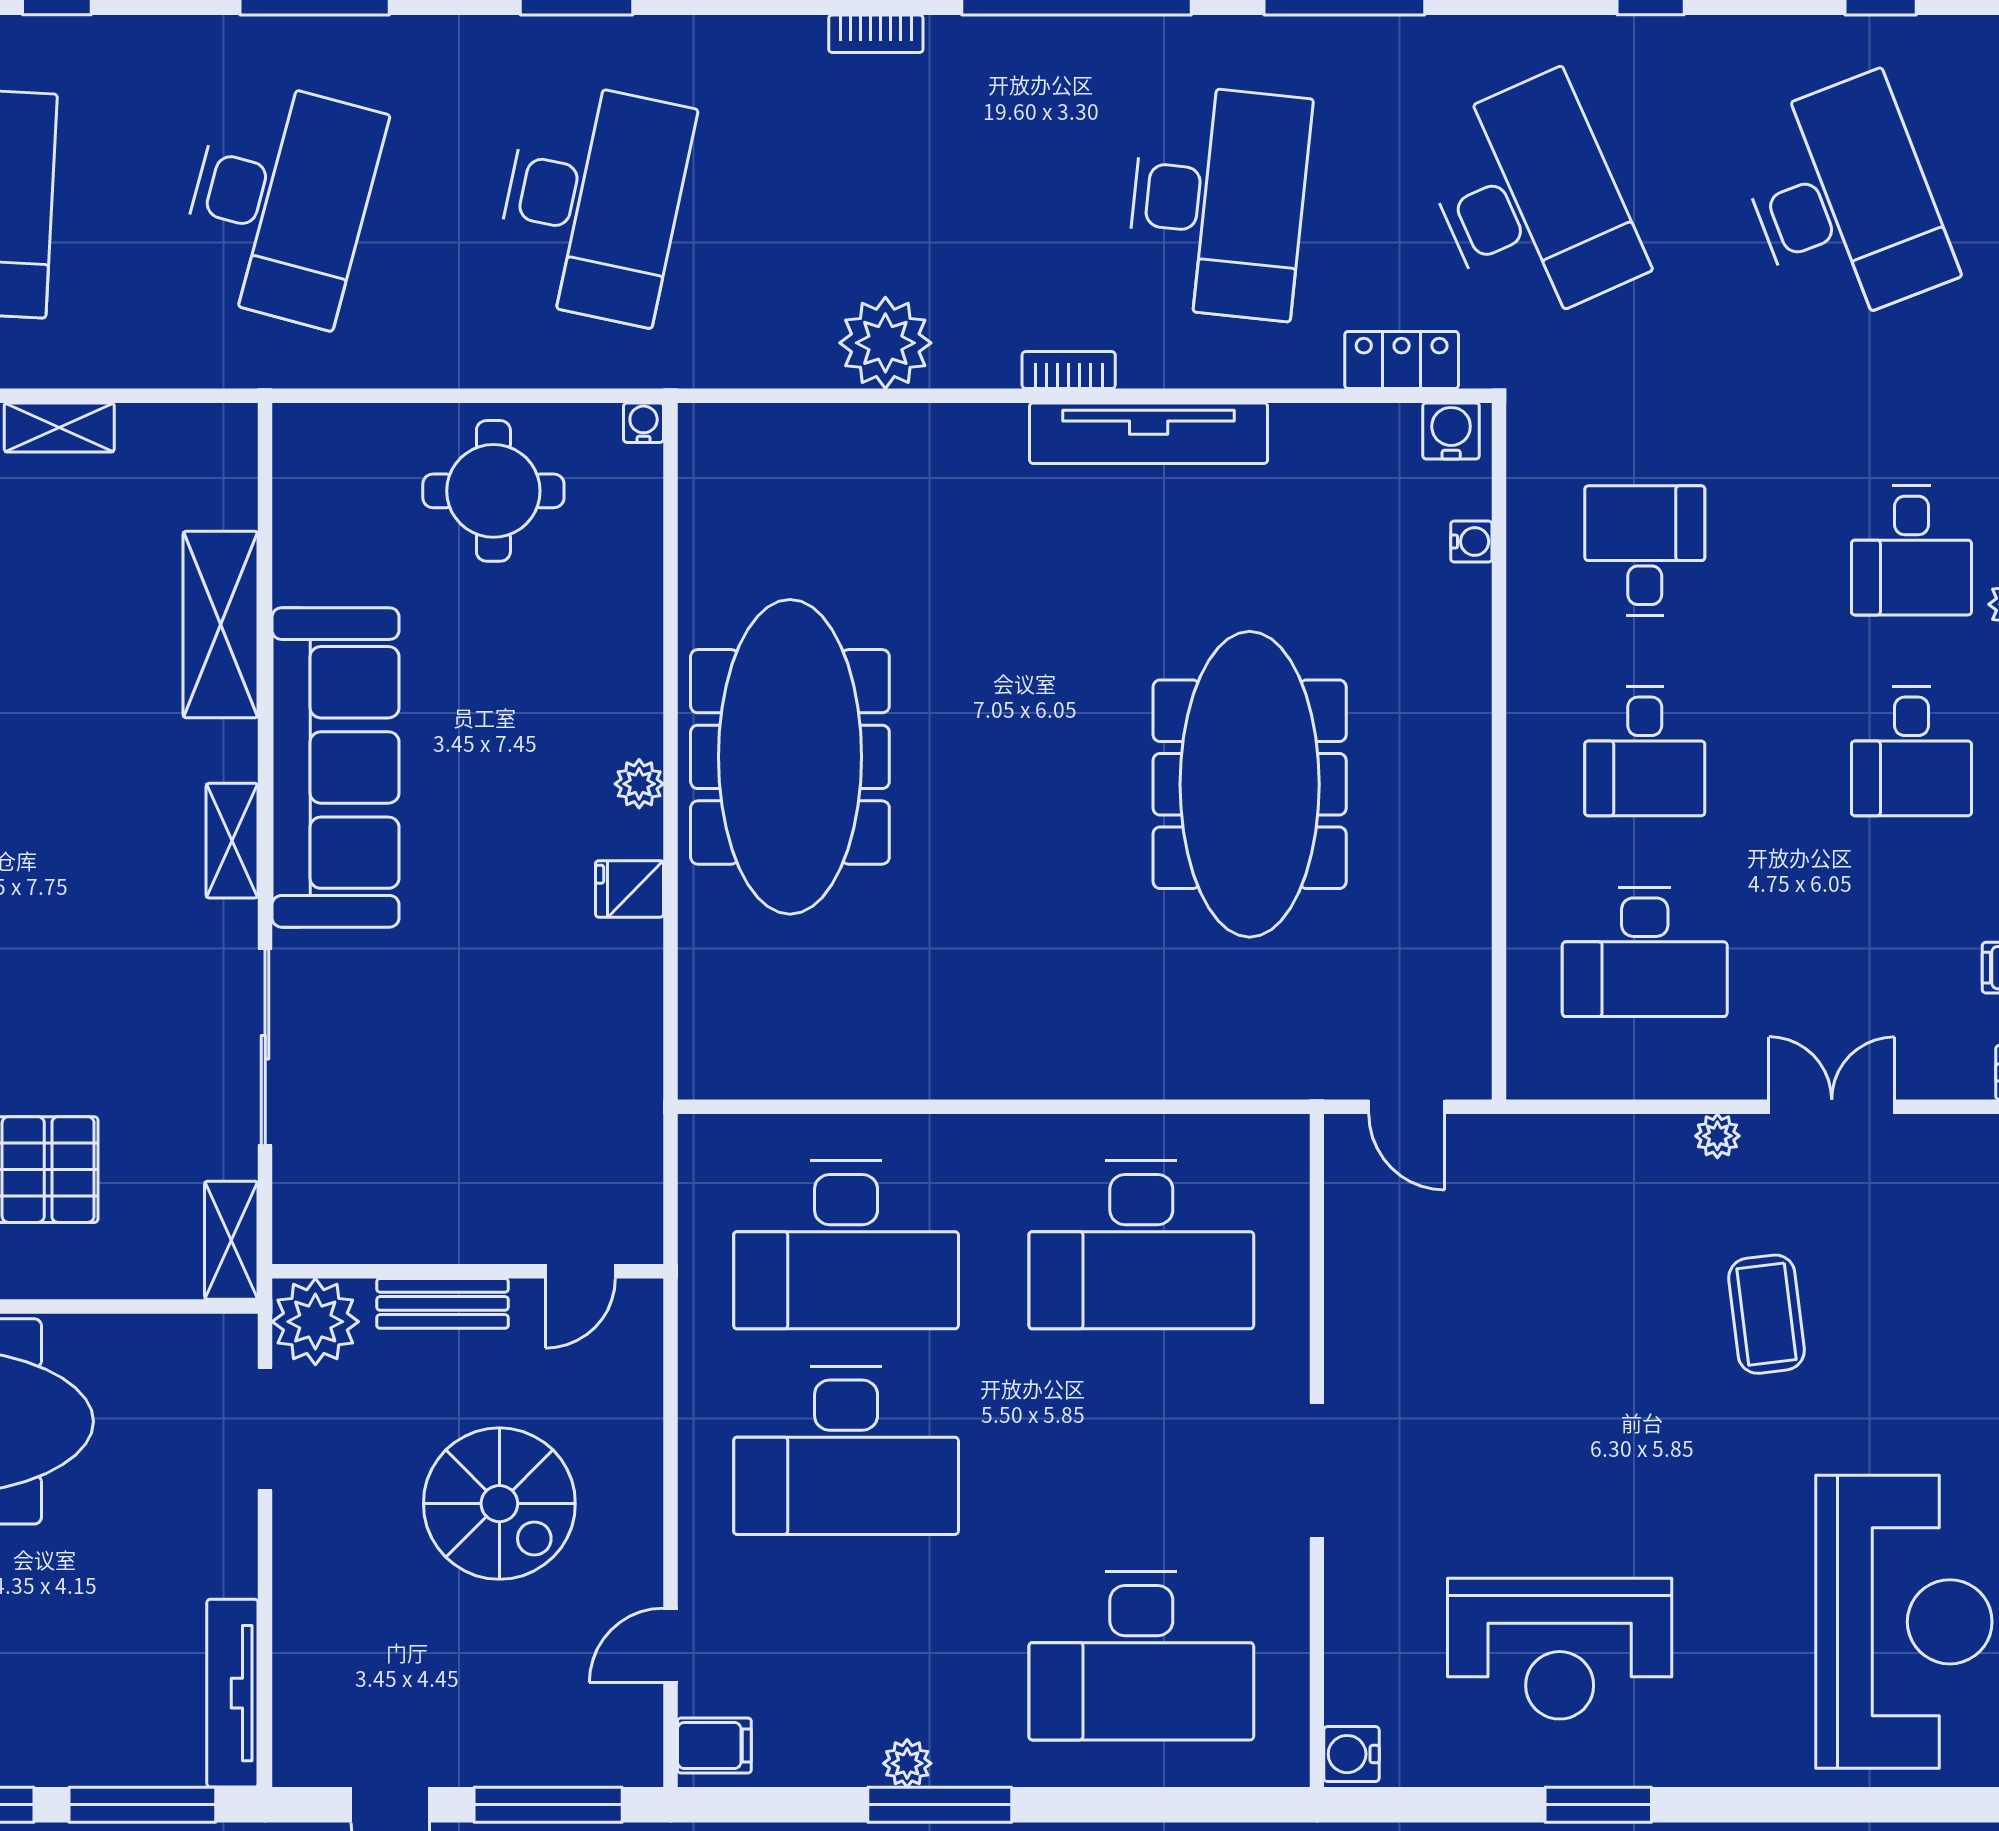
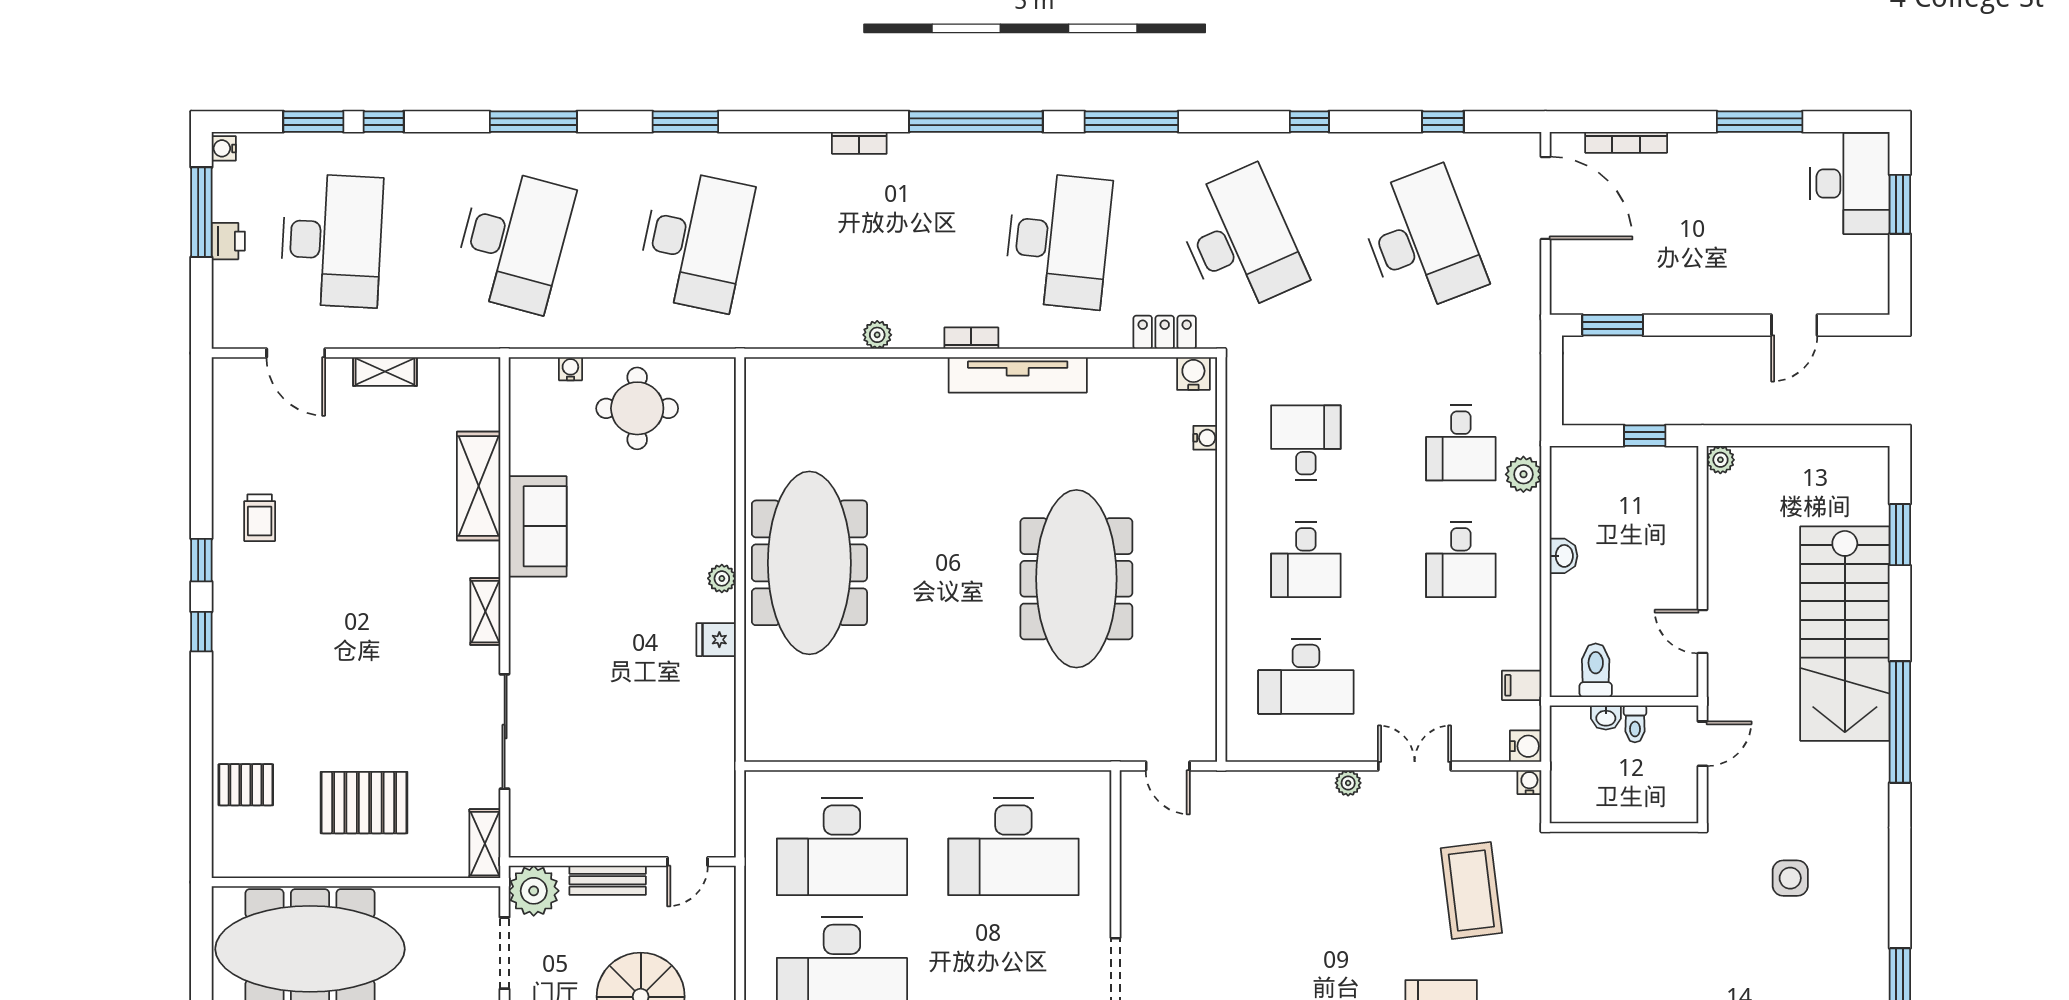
plant: (885, 343) -> (877, 335), width x0.53, depth x0.53
water cooler: (644, 423) -> (570, 369), moved
sofa: (336, 767) -> (538, 526), width x0.54, depth x0.79
coffee table: (1767, 1314) -> (1471, 890), moved, width x1.36, depth x1.32

